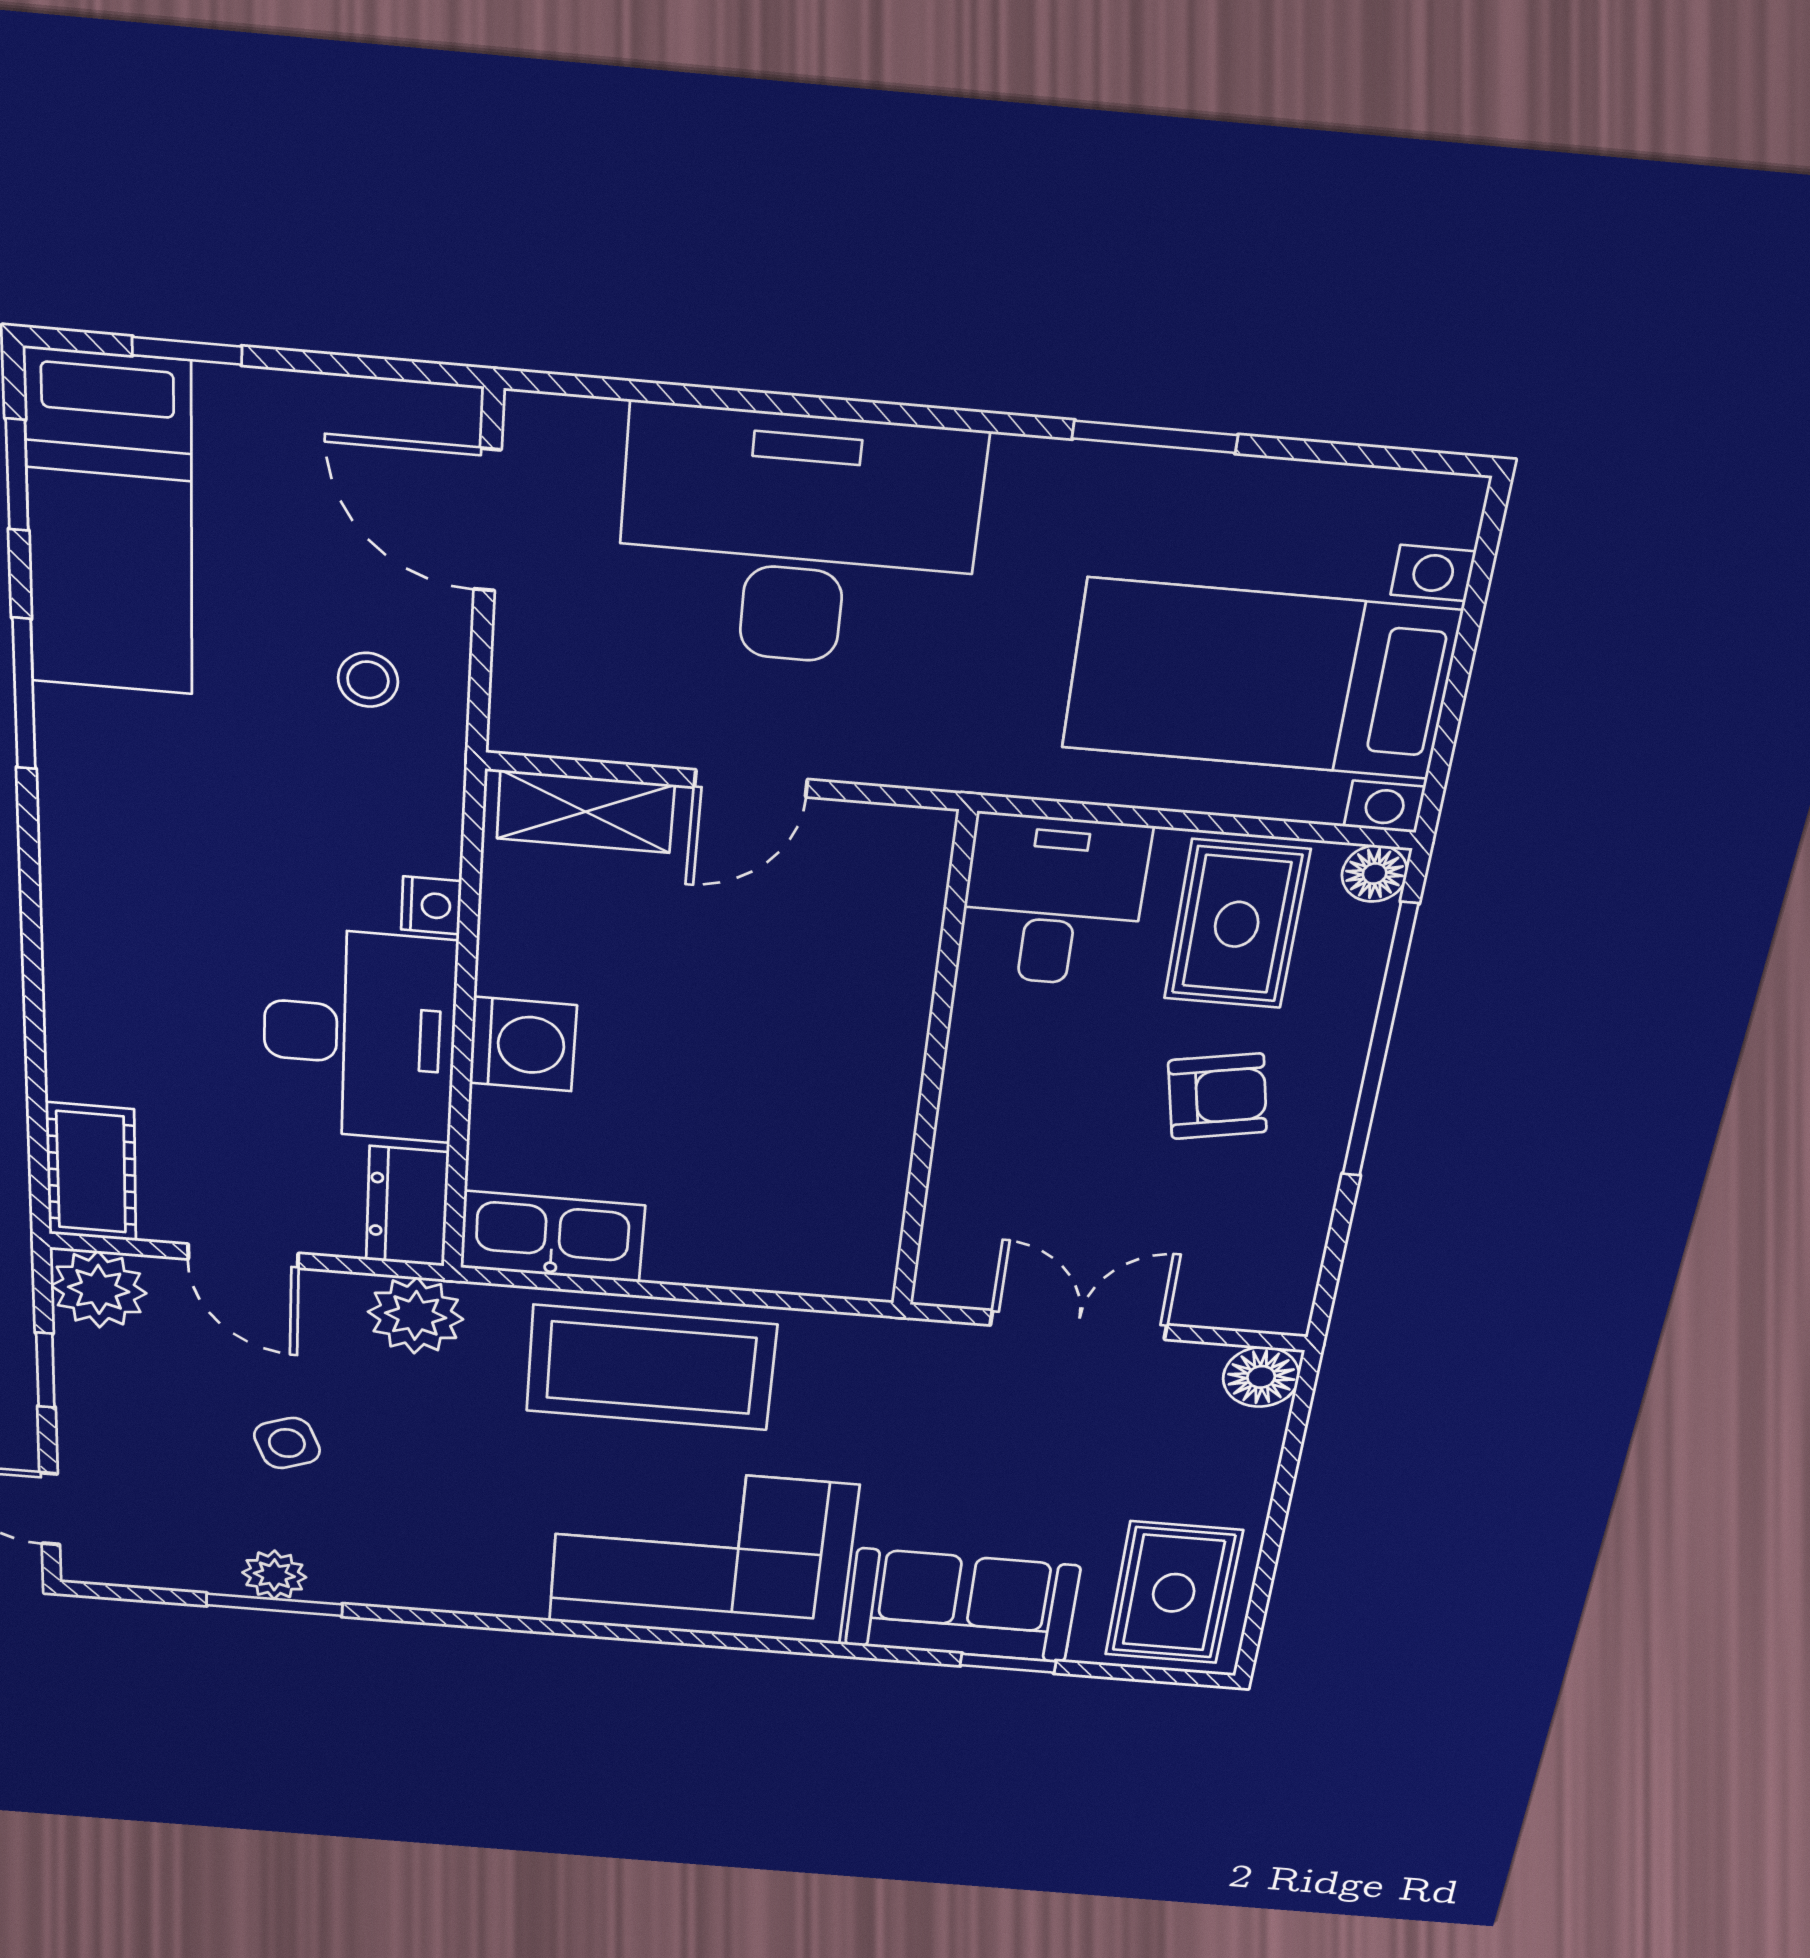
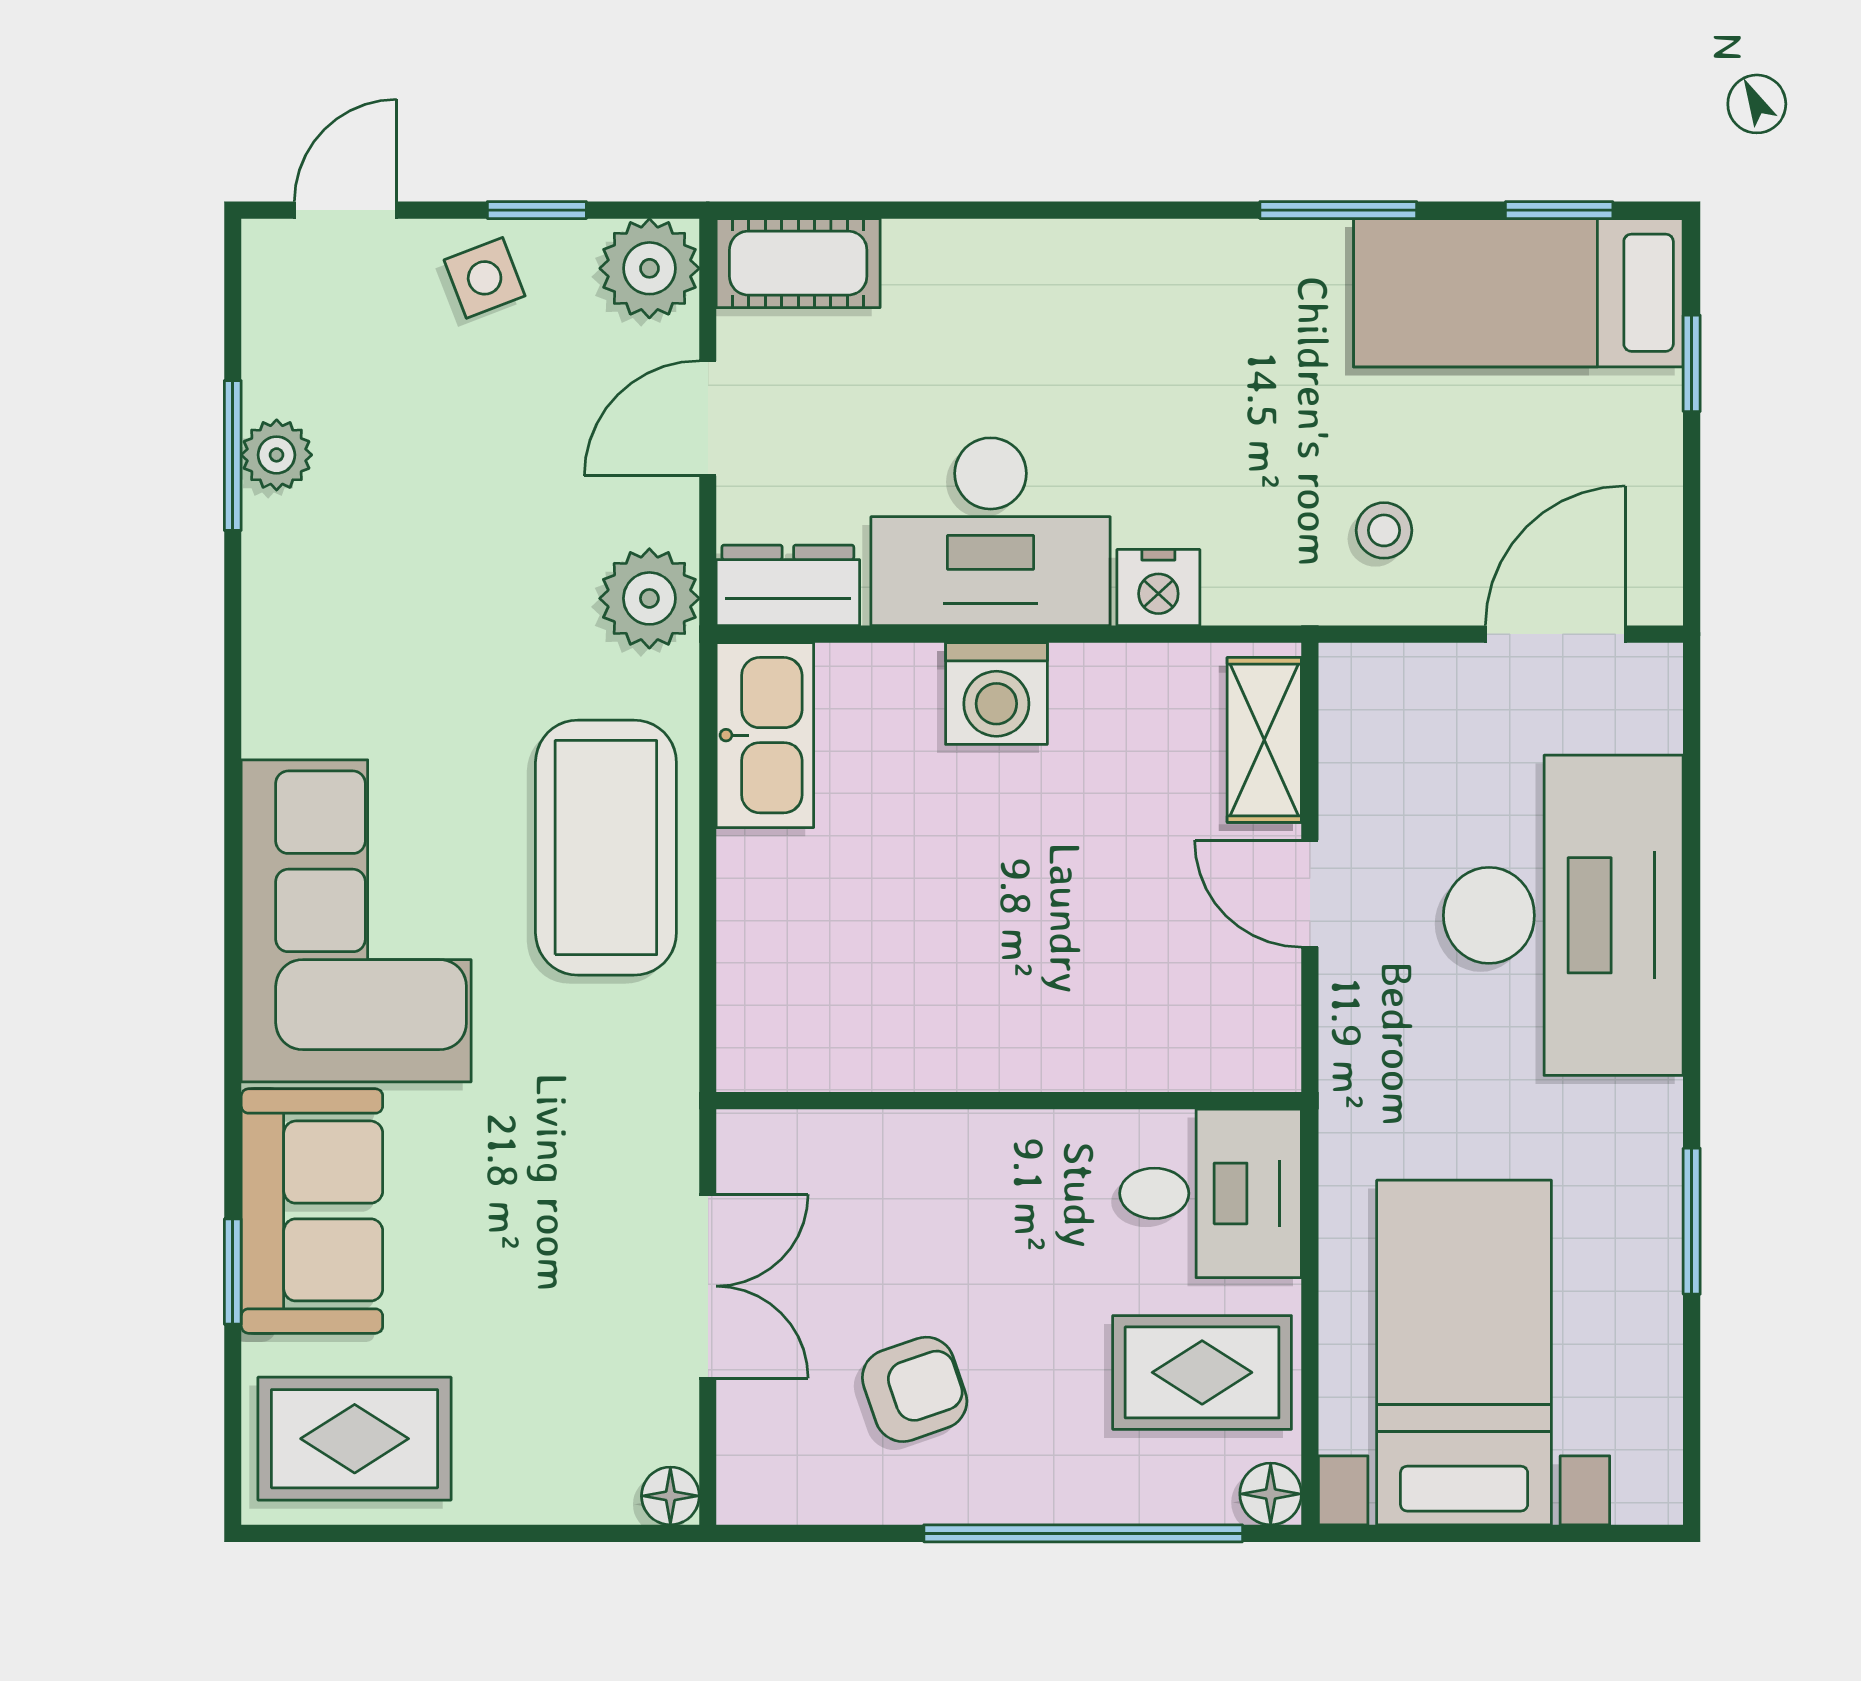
nightstand: (431, 905) -> (1158, 588), width x1.39, depth x1.35
armchair: (1218, 1096) -> (915, 1389), moved, turned -98
floor lamp: (1261, 1377) -> (670, 1496), width x0.73, depth x0.73
side table: (287, 1443) -> (485, 278), moved

